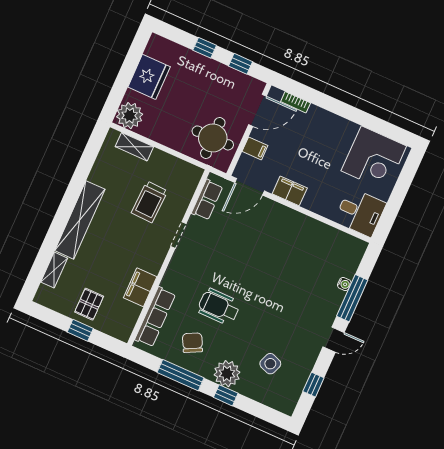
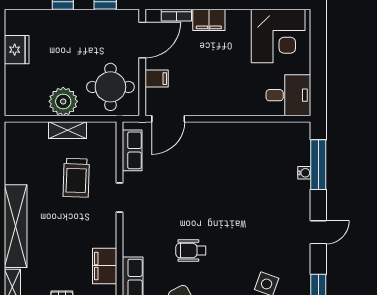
fridge: (149, 77) -> (17, 50), width x0.73, depth x0.75
plant: (130, 116) -> (63, 101), moved
shelving: (134, 147) -> (68, 130), moved
filing cabinet: (290, 191) -> (209, 20), moved, turned 180
window: (352, 298) -> (318, 165), moved
wheelchair: (219, 307) -> (191, 251), width x0.73, depth x0.73

